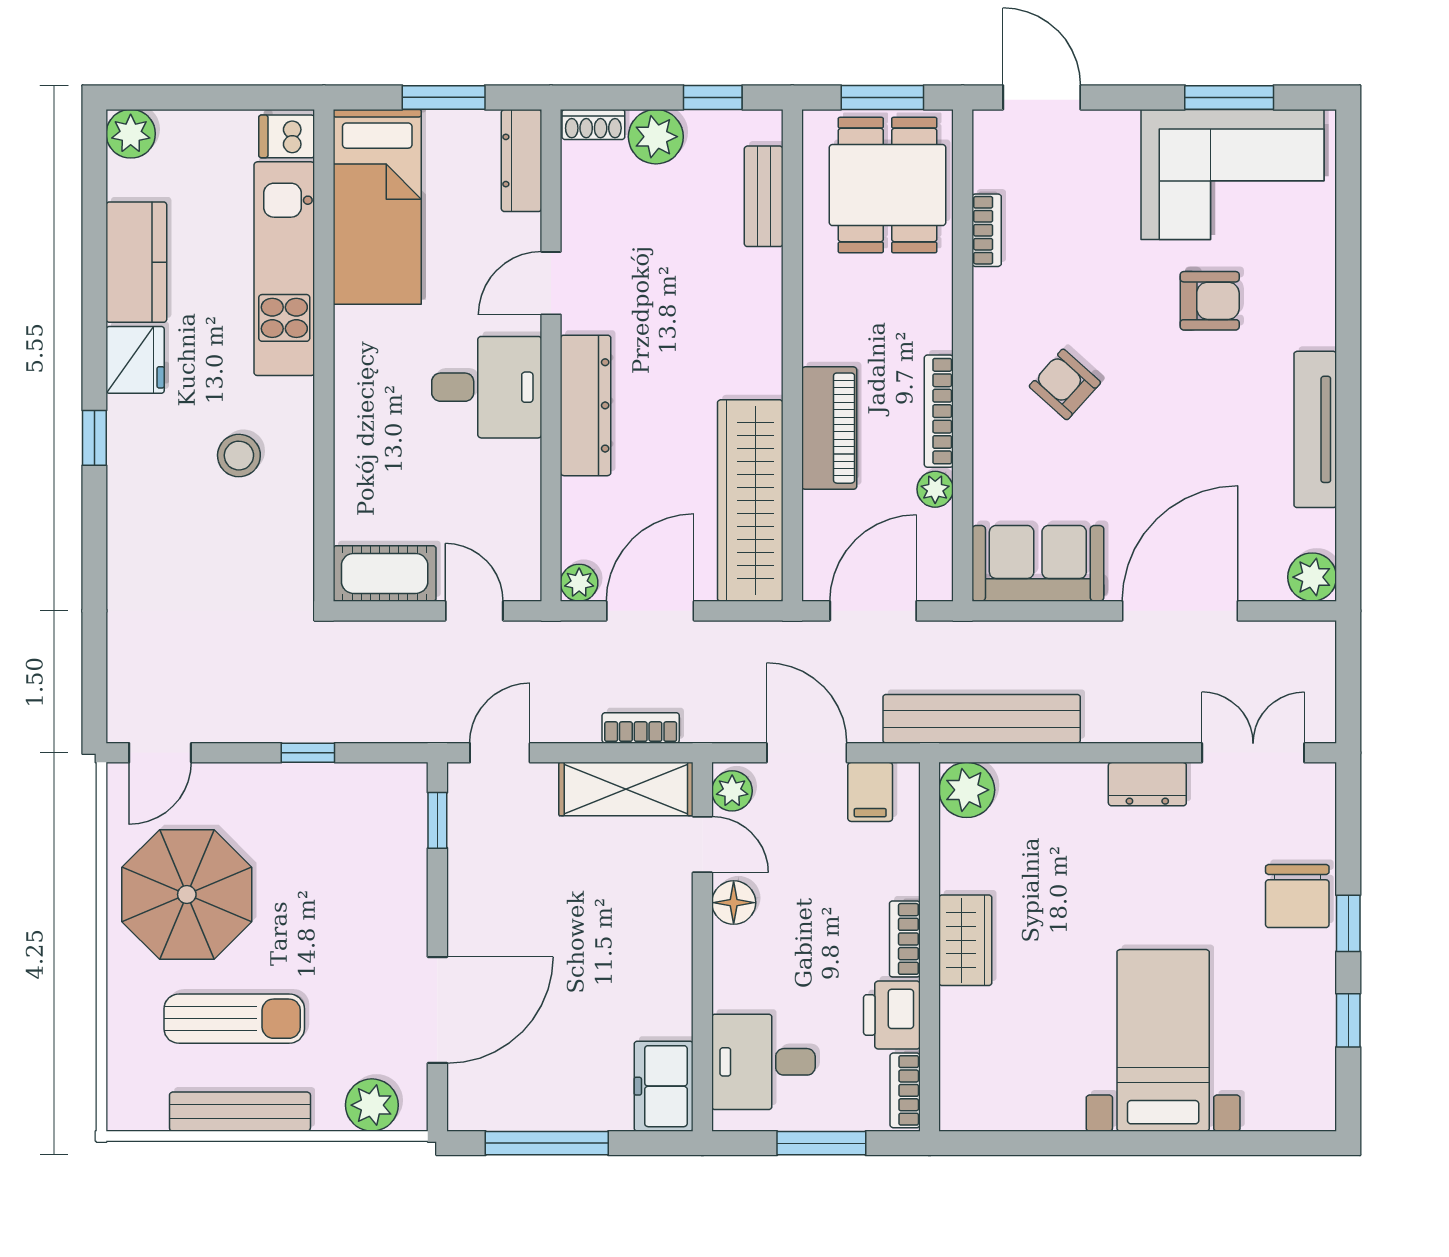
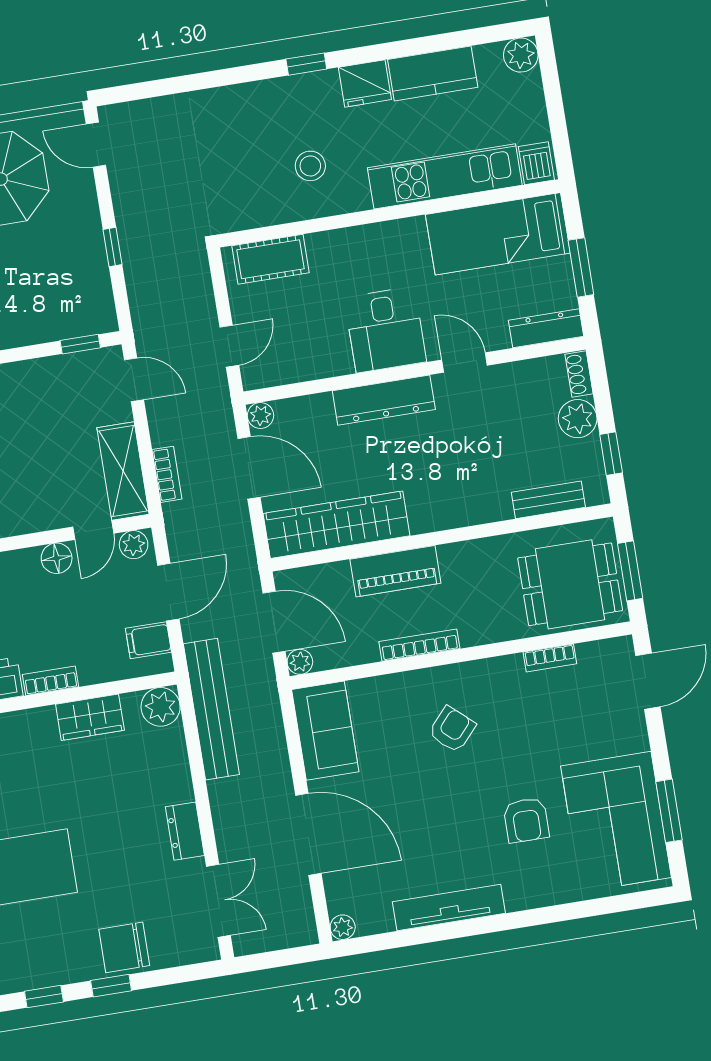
plant: (935, 489) -> (300, 662), moved
cot: (385, 573) -> (270, 259), moved, turned 90
plant: (1312, 577) -> (343, 927), width x0.73, depth x0.73
wardrobe: (965, 940) -> (90, 717), moved

